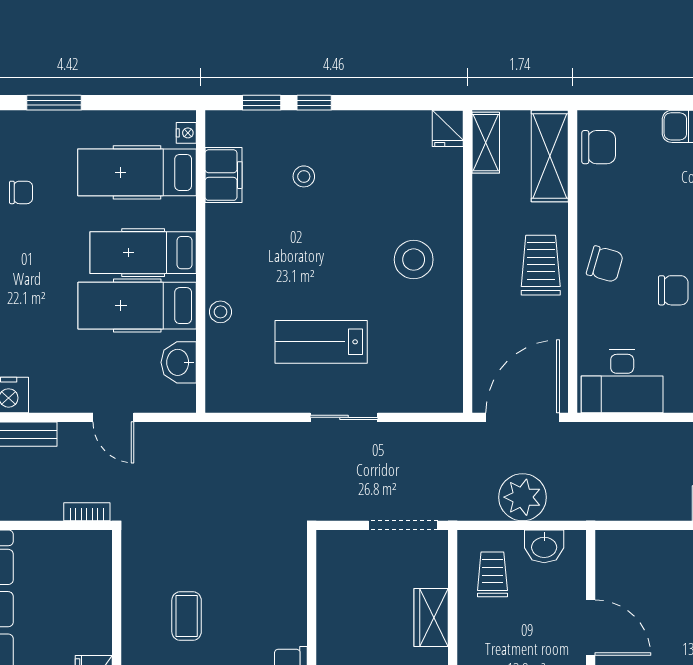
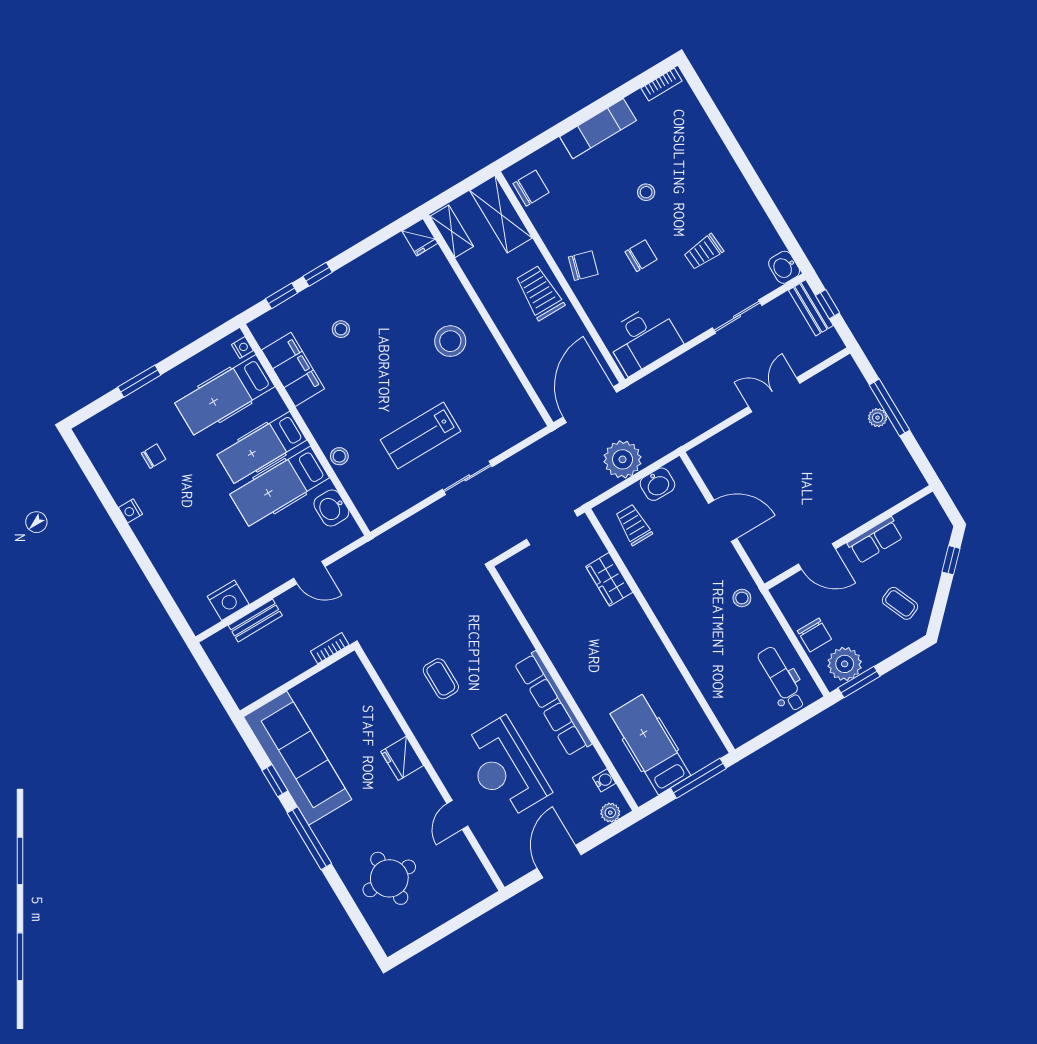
filing cabinet: (224, 175) -> (293, 369), width x1.50, depth x1.17

